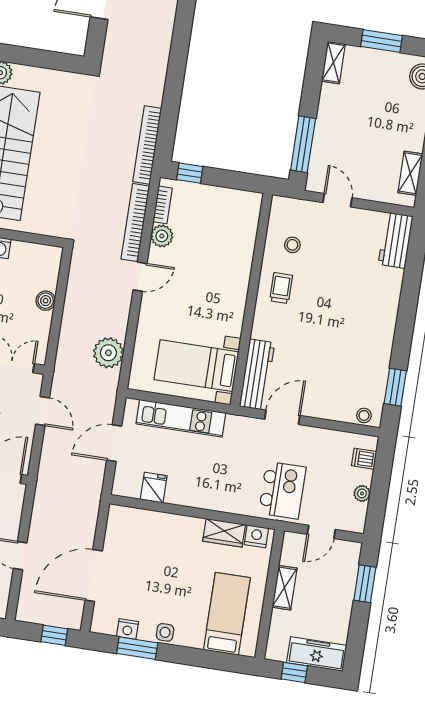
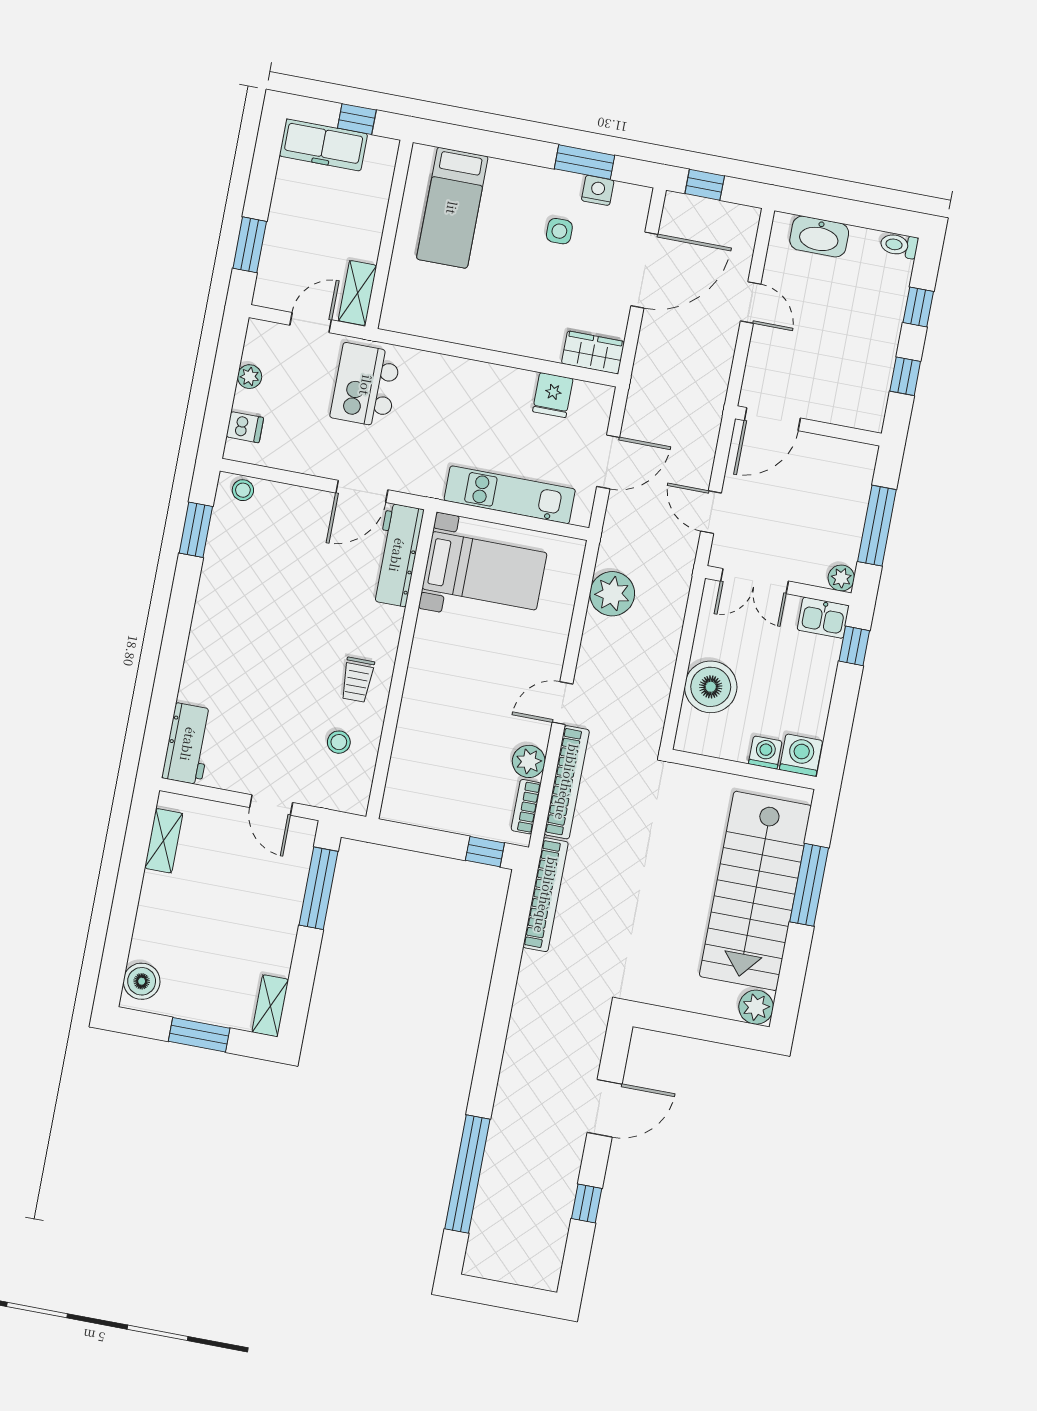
boiler: (46, 301) -> (711, 687), width x1.86, depth x1.86
wardrobe: (224, 533) -> (593, 352), moved
nightstand: (256, 536) -> (405, 319), removed
shelving: (284, 588) -> (358, 293), moved
side table: (165, 632) -> (559, 231), moved

